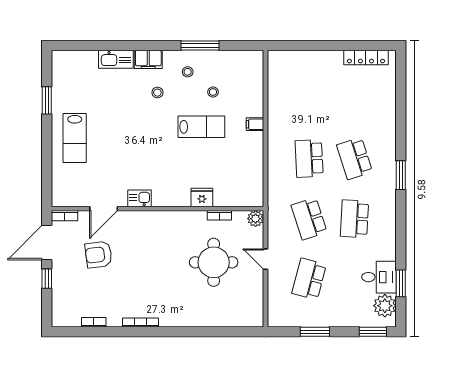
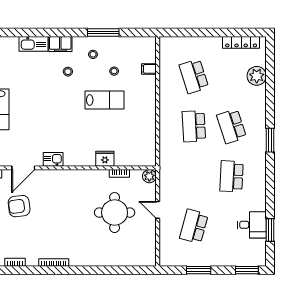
filing cabinet: (255, 124) -> (149, 69), moved
school desk: (309, 219) -> (194, 76), moved
plant: (385, 306) -> (257, 76), moved

